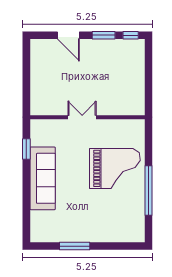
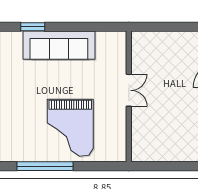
window: (26, 149) -> (33, 27), moved

